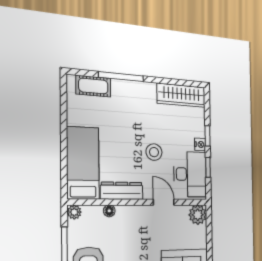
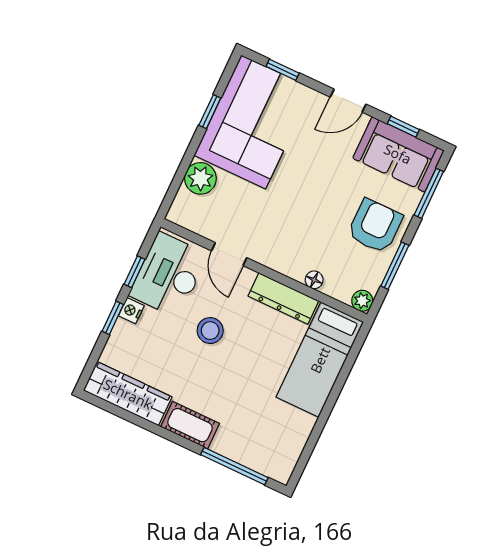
window: (121, 77) -> (234, 466), moved
cot: (93, 86) -> (190, 425), moved
plant: (198, 215) -> (200, 178), moved

